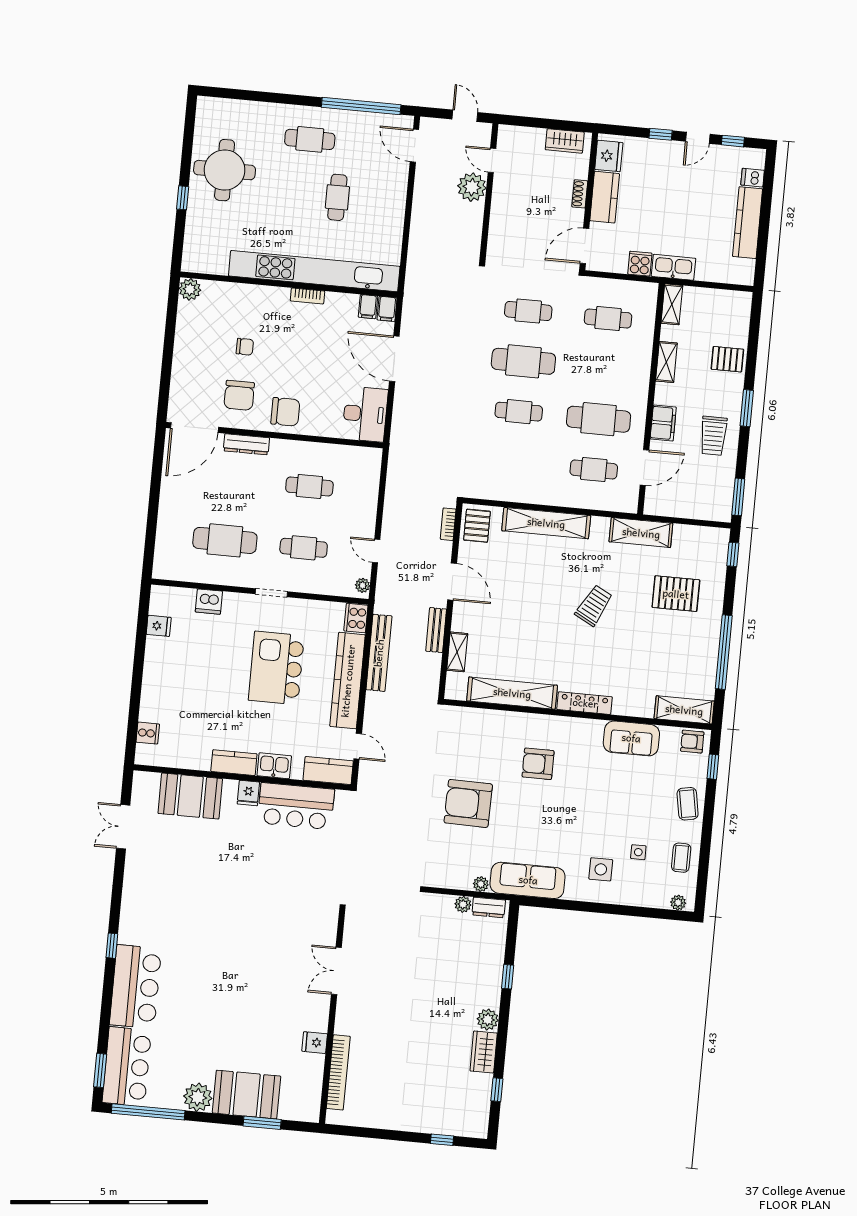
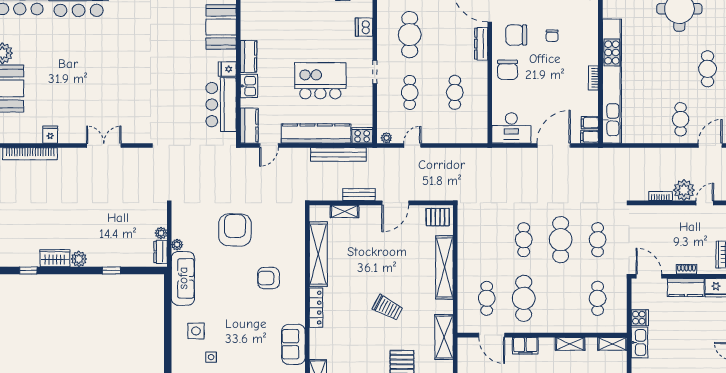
cafe table: (337, 197) -> (681, 119), moved, turned 90
bookcase: (448, 524) -> (661, 196), moved
armchair: (538, 764) -> (269, 278), turned -90

